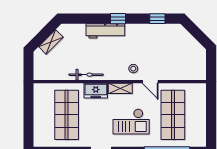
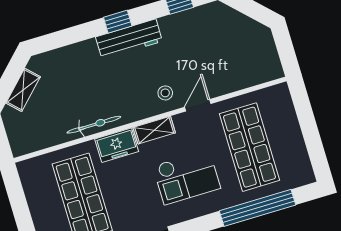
workbench: (105, 31) -> (129, 39), moved
door: (150, 82) -> (198, 105), swing flipped

